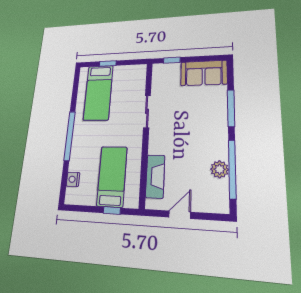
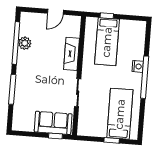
sofa: (204, 73) -> (53, 123), moved
fireplace: (155, 176) -> (72, 54), moved
nightstand: (73, 179) -> (138, 66), moved

